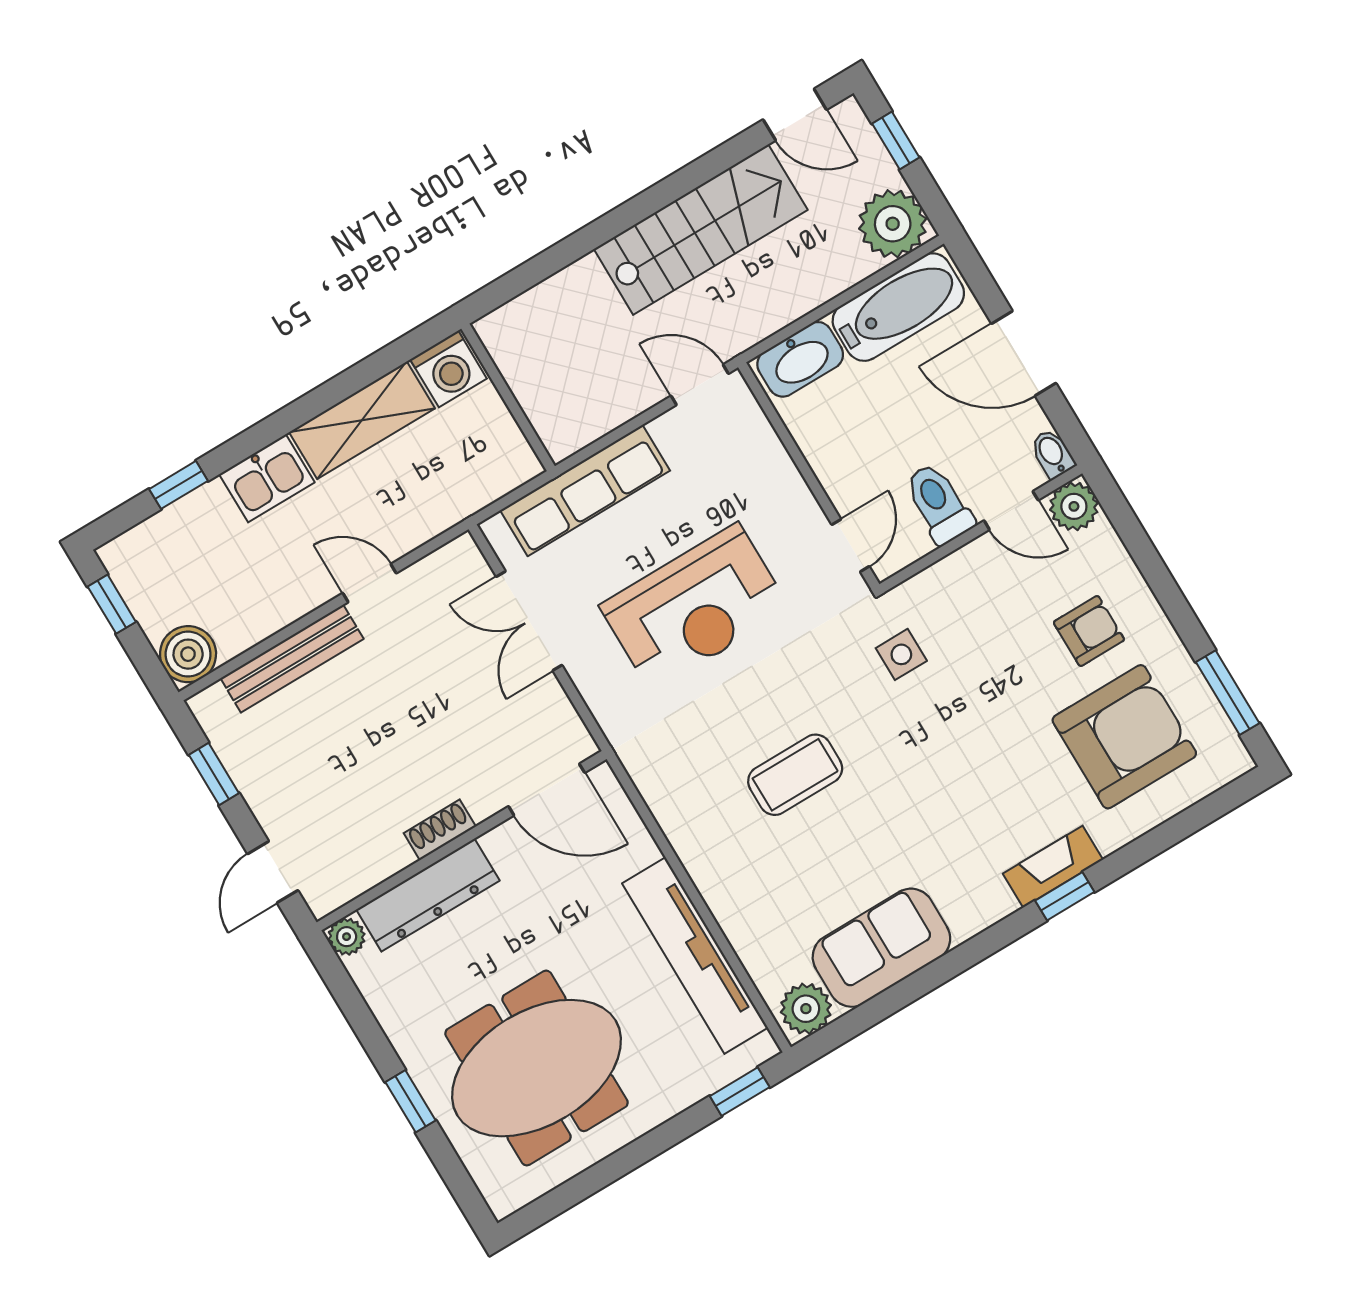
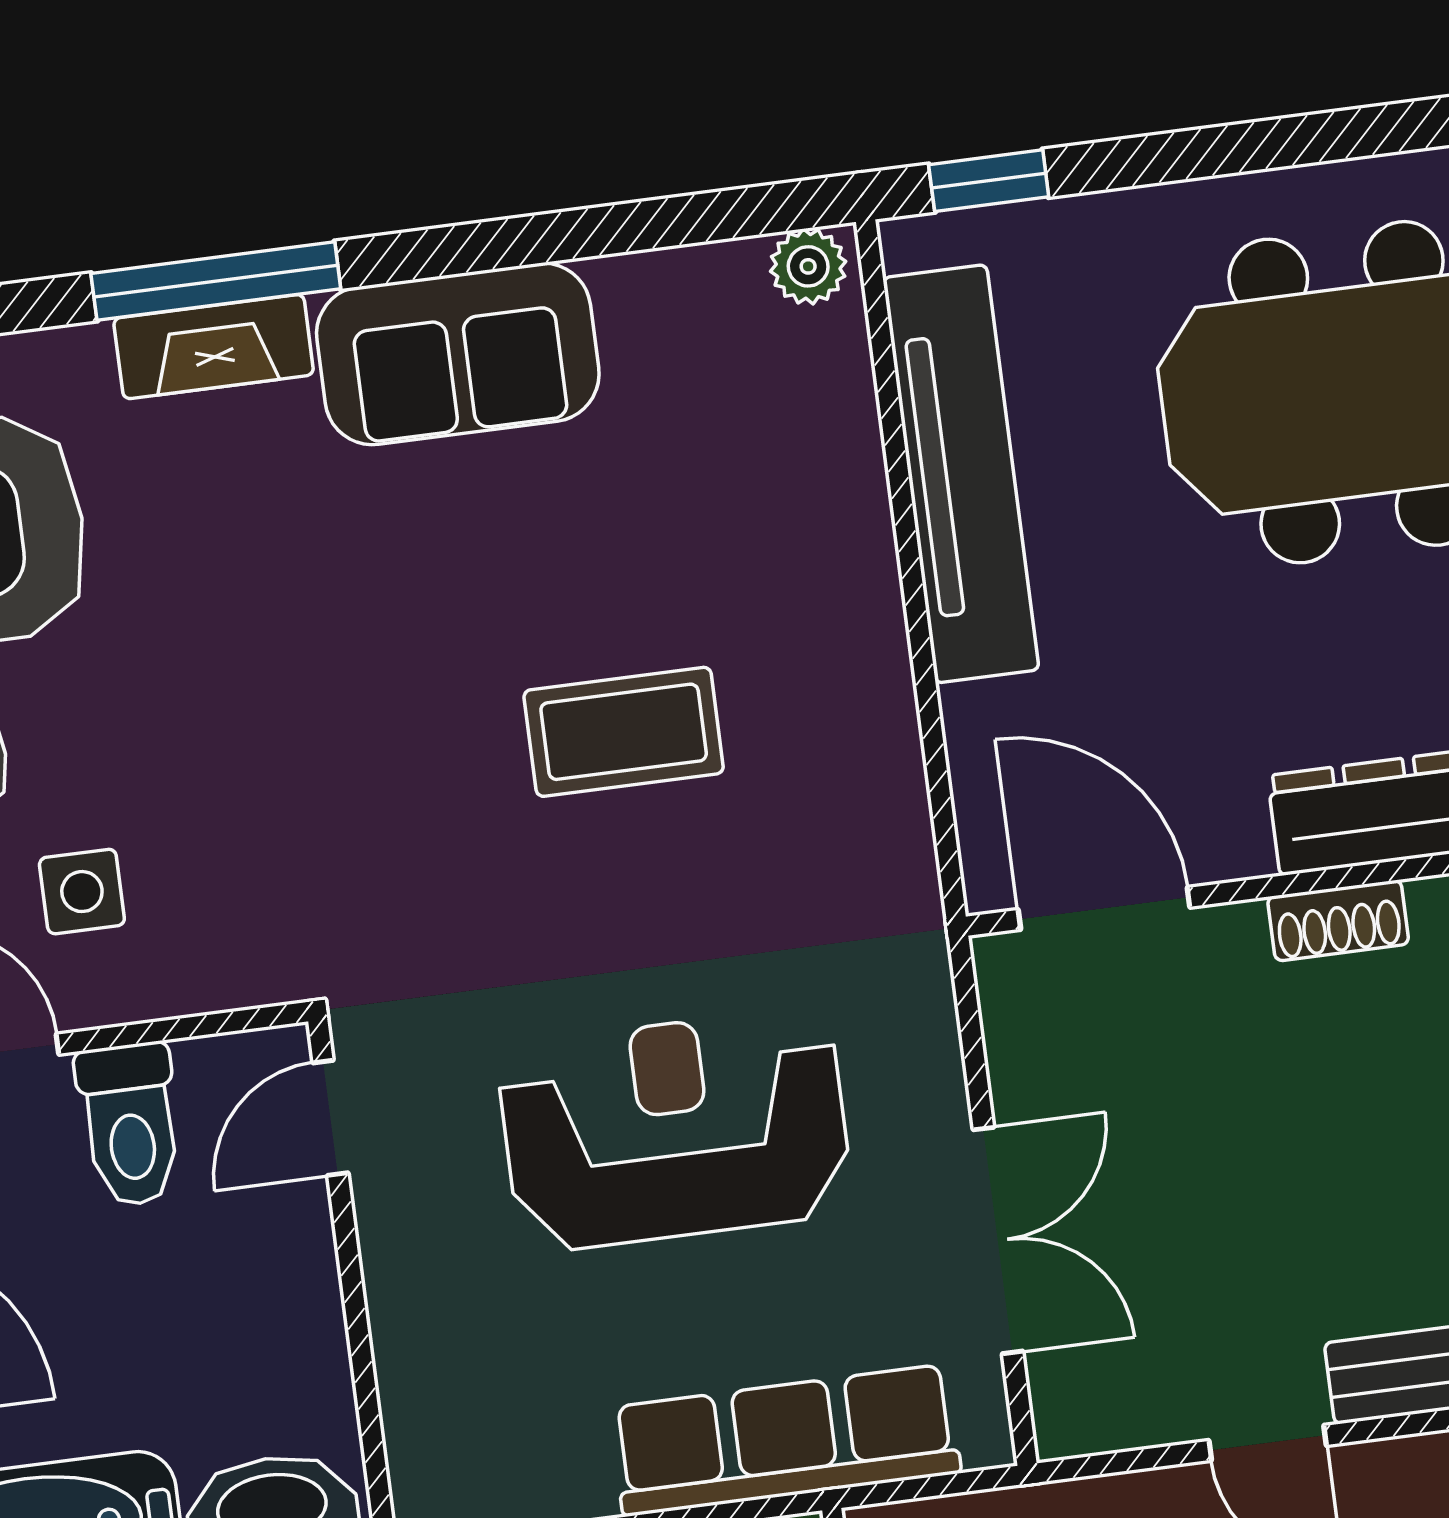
side table: (901, 654) -> (82, 892), moved
window: (1065, 896) -> (216, 281), width x2.17
sofa: (881, 948) -> (458, 354), moved
plant: (806, 1009) -> (808, 266), width x0.73, depth x0.73

